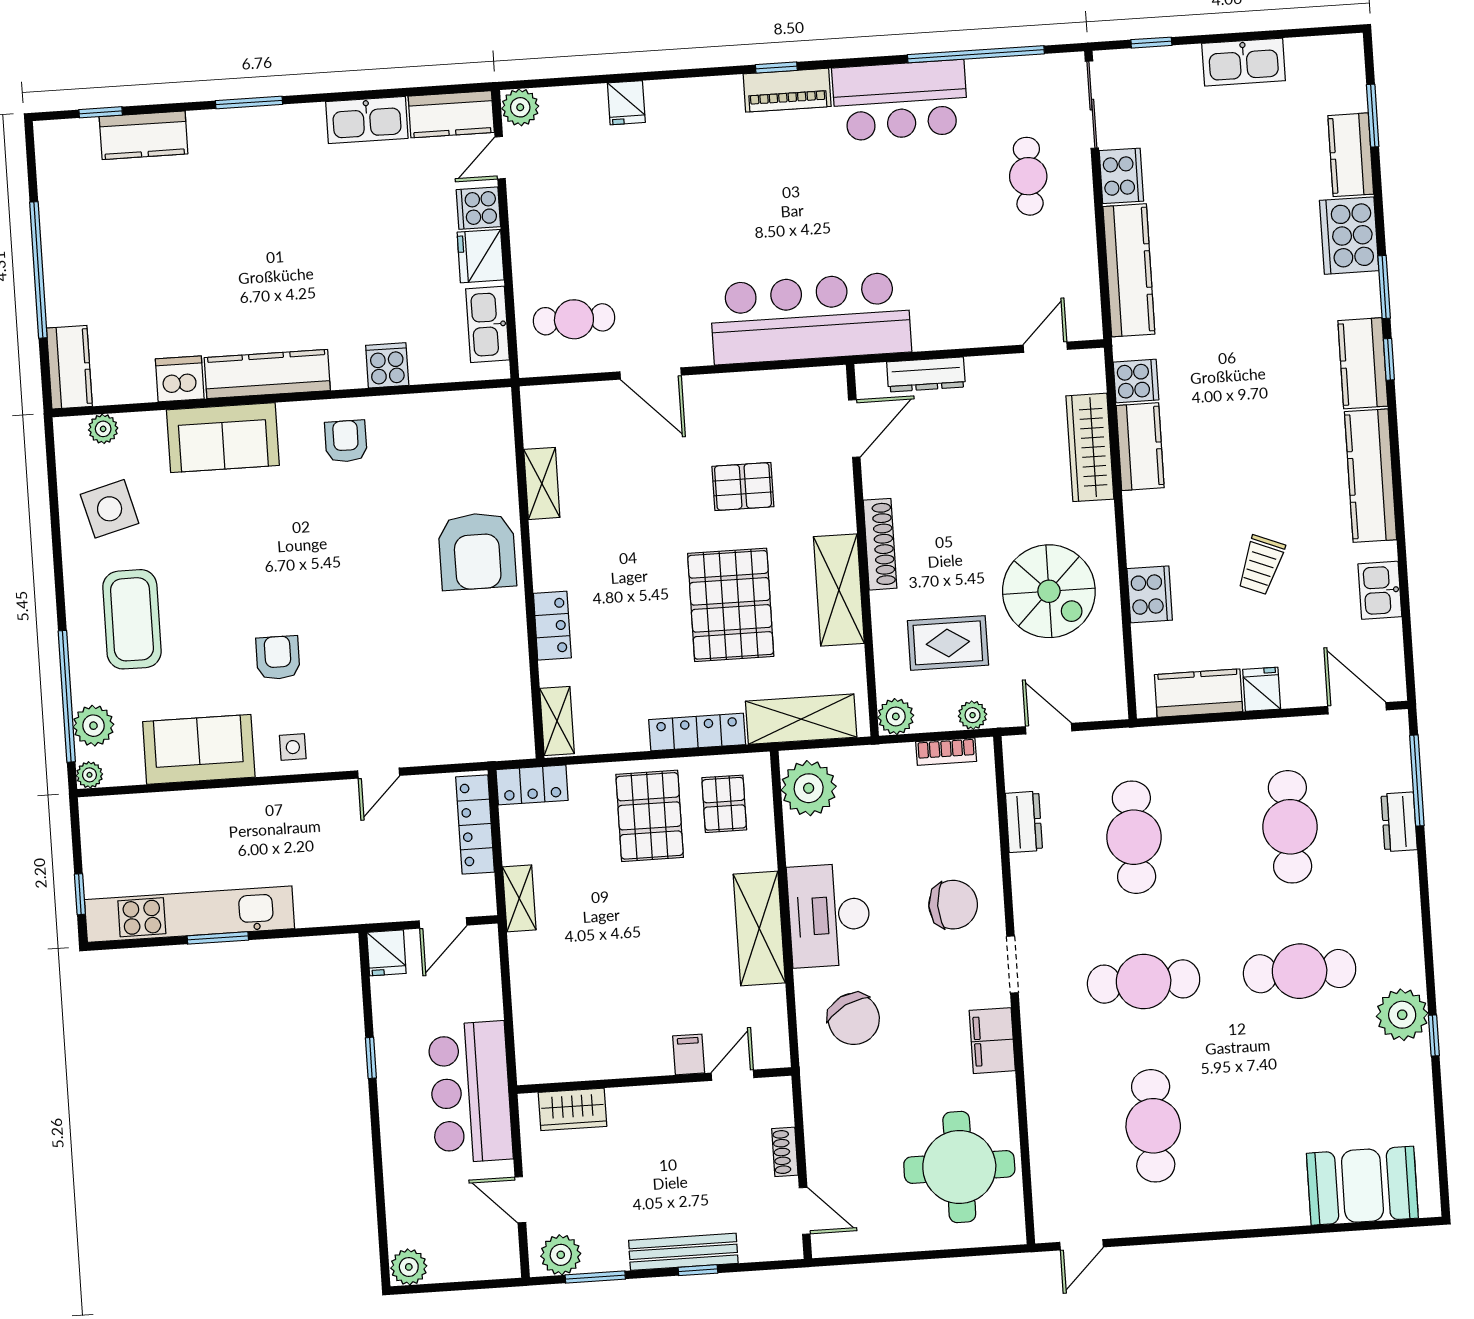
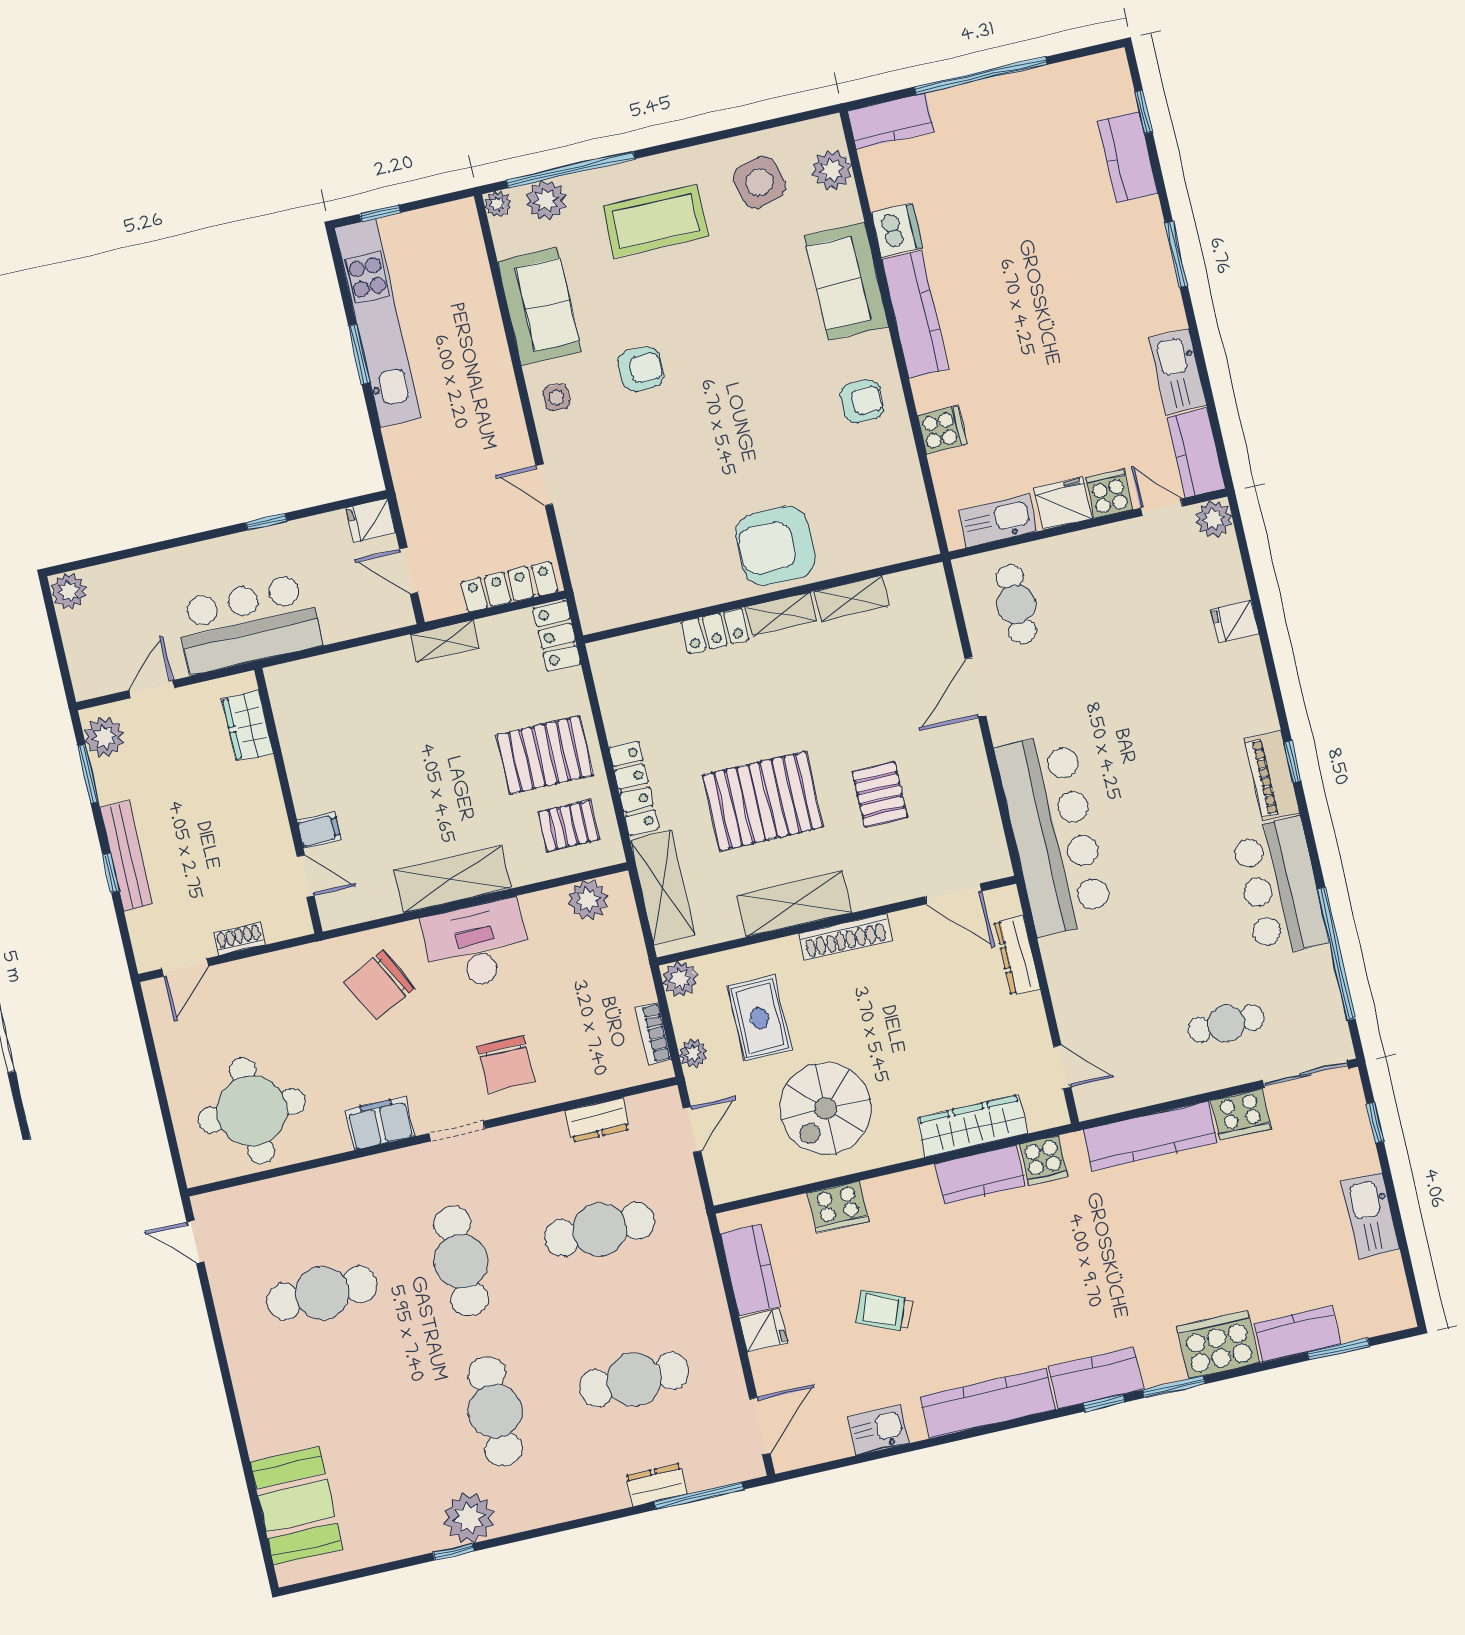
plant: (103, 429) -> (832, 170), width x1.38, depth x1.38
shelving: (557, 721) -> (782, 614), moved
plant: (809, 788) -> (588, 900), width x0.73, depth x0.73

